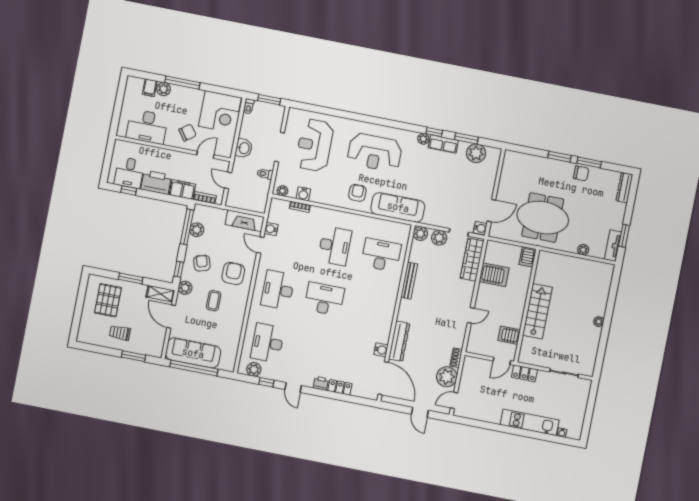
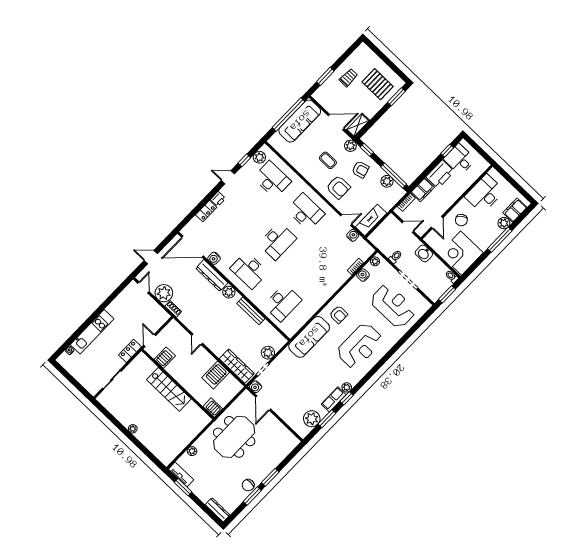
filing cabinet: (150, 88) -> (515, 210), width x2.00
reception desk: (375, 152) -> (360, 346), turned 180
plant: (420, 234) -> (229, 292), moved
desk: (335, 246) -> (249, 270), moved
window: (131, 278) -> (396, 97), moved

